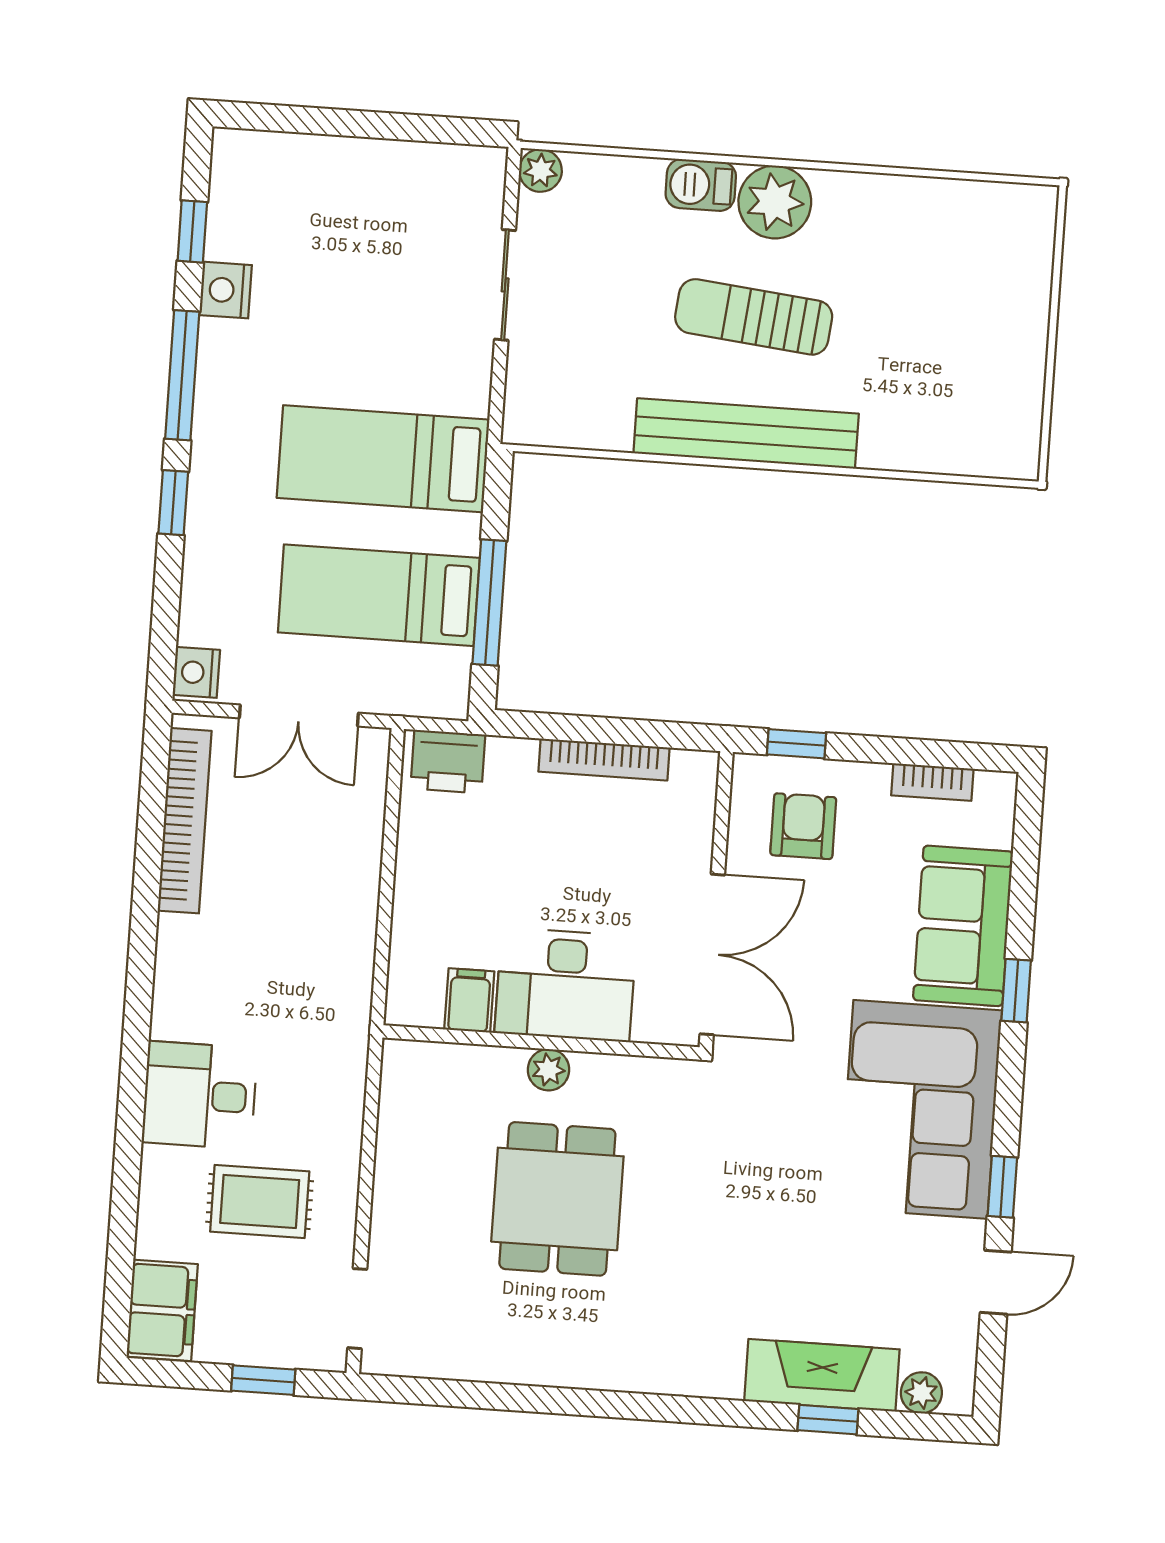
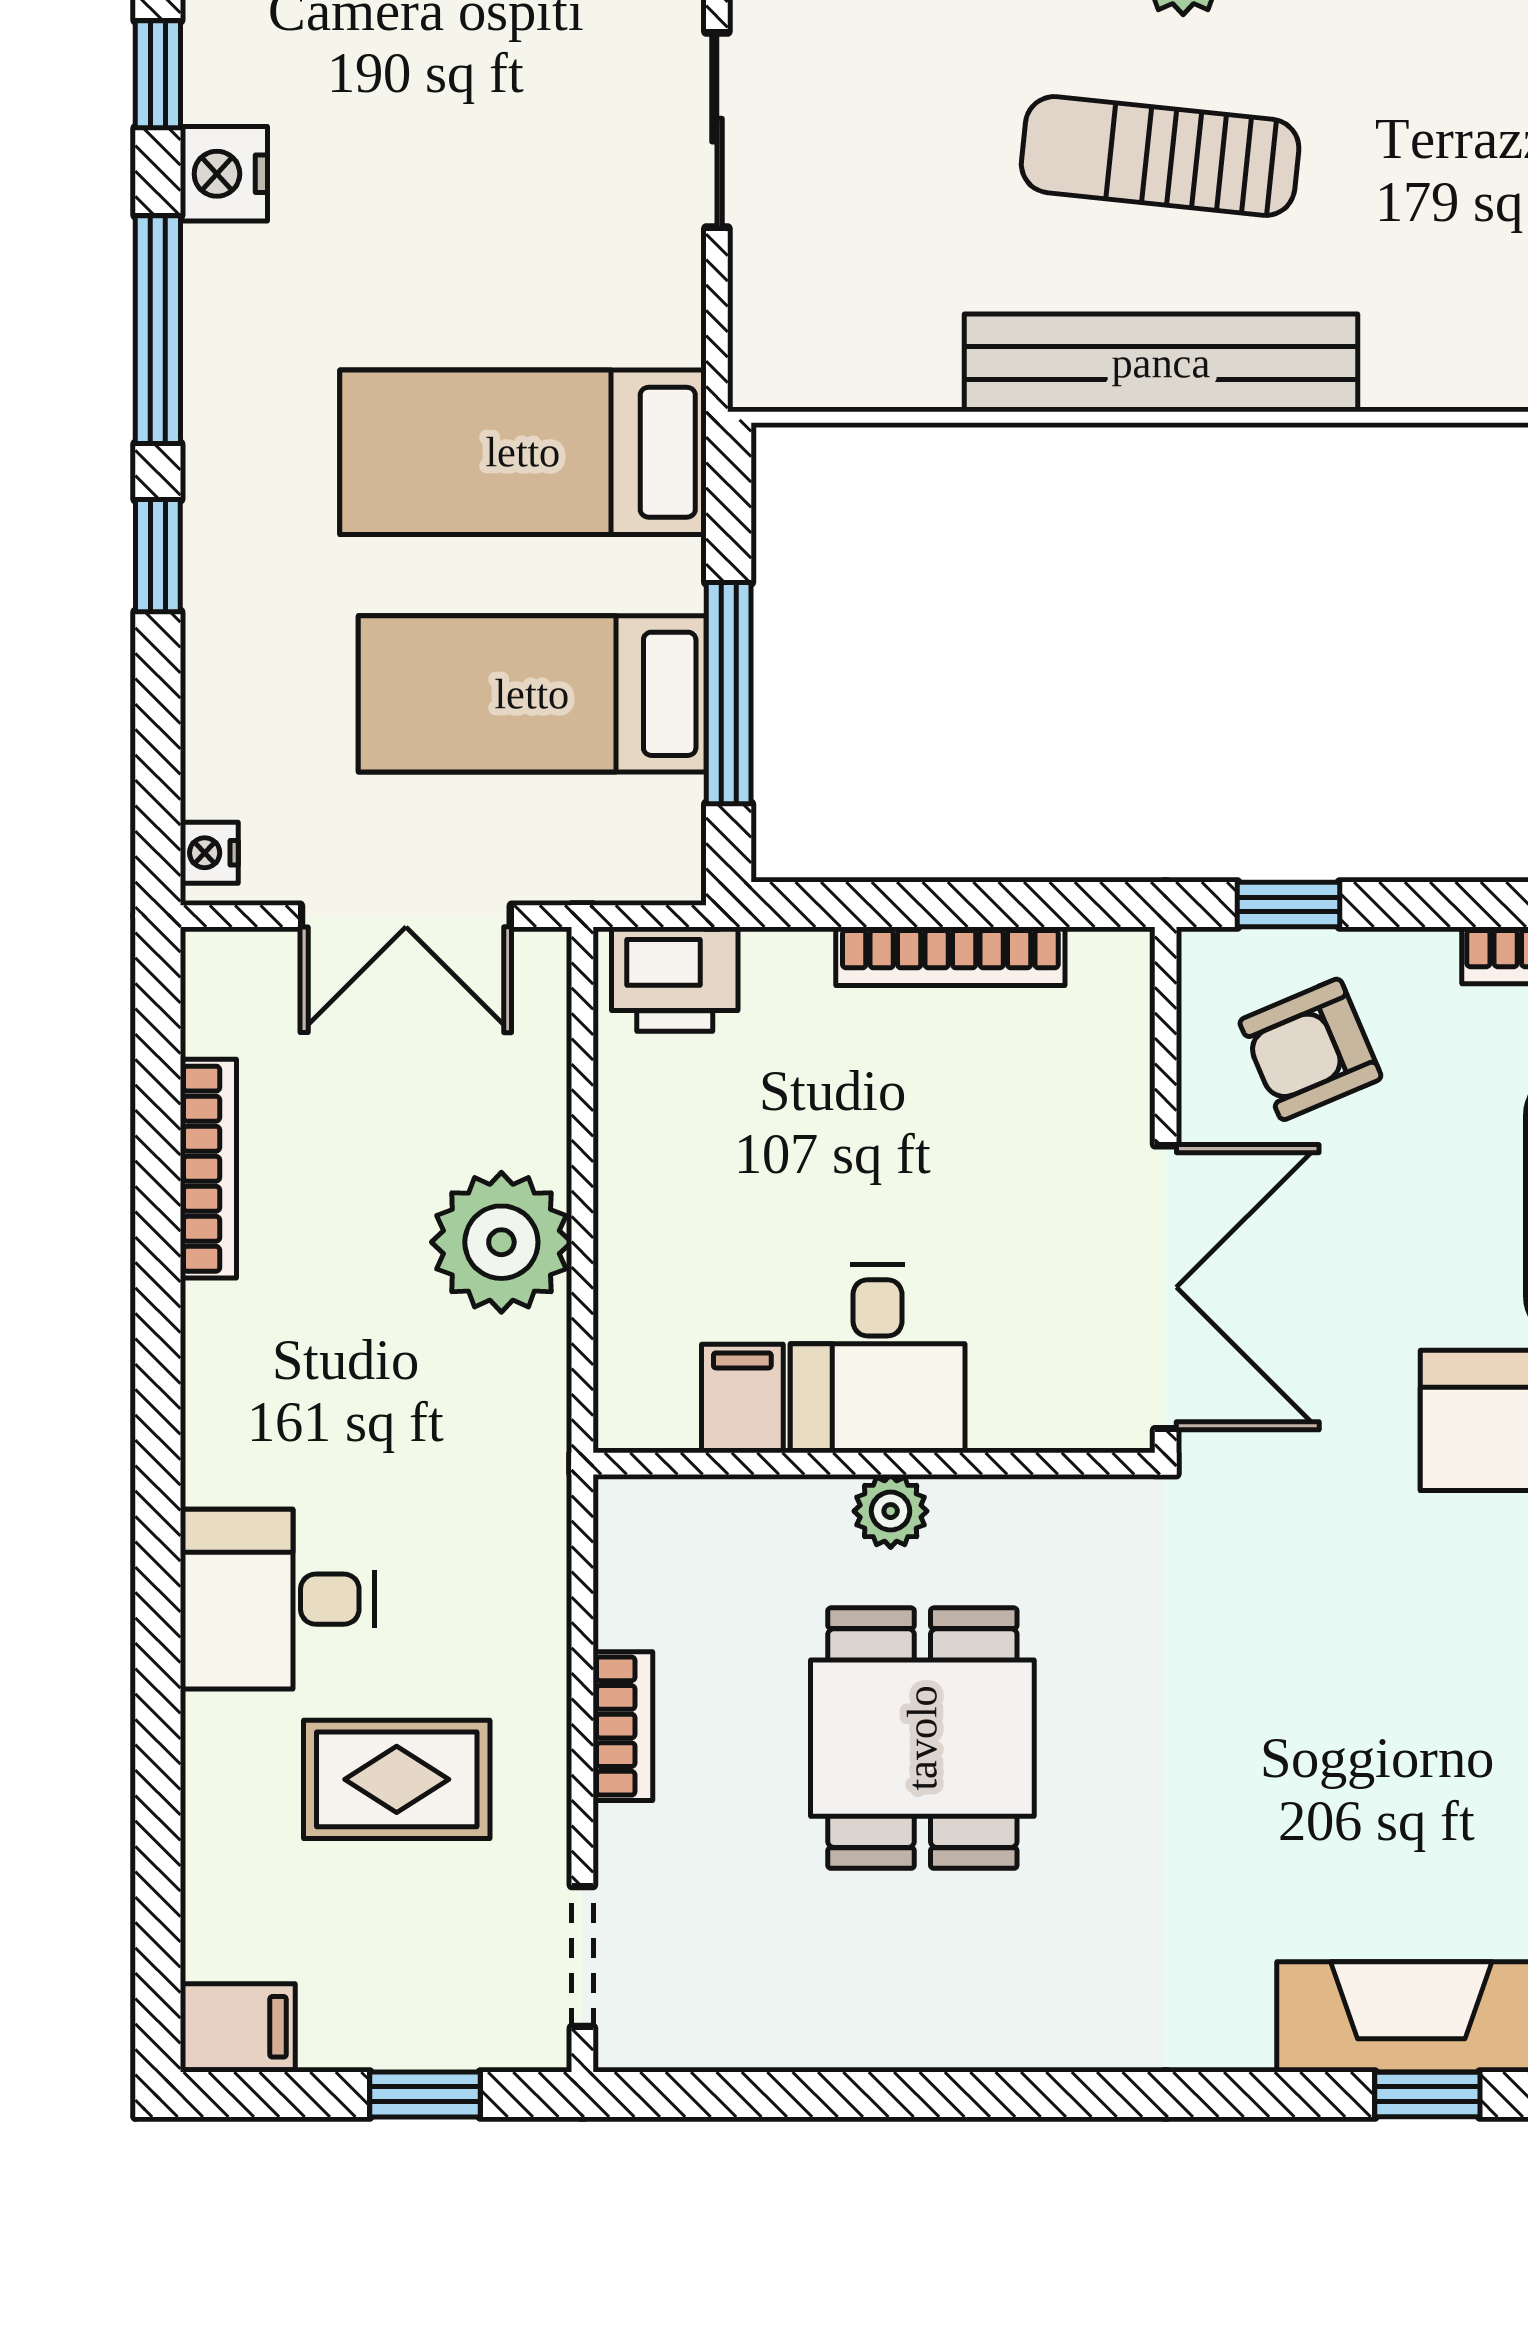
nightstand: (196, 672) -> (209, 853), width x0.72, depth x0.74
bookcase: (185, 821) -> (208, 1169), width x0.68, depth x0.76
armchair: (803, 826) -> (1310, 1049), turned -113
plant: (340, 903) -> (501, 1242), added
desk: (565, 985) -> (878, 1359), width x0.73
bookcase: (389, 1180) -> (623, 1726), added
filing cabinet: (162, 1310) -> (238, 2027), width x0.50

